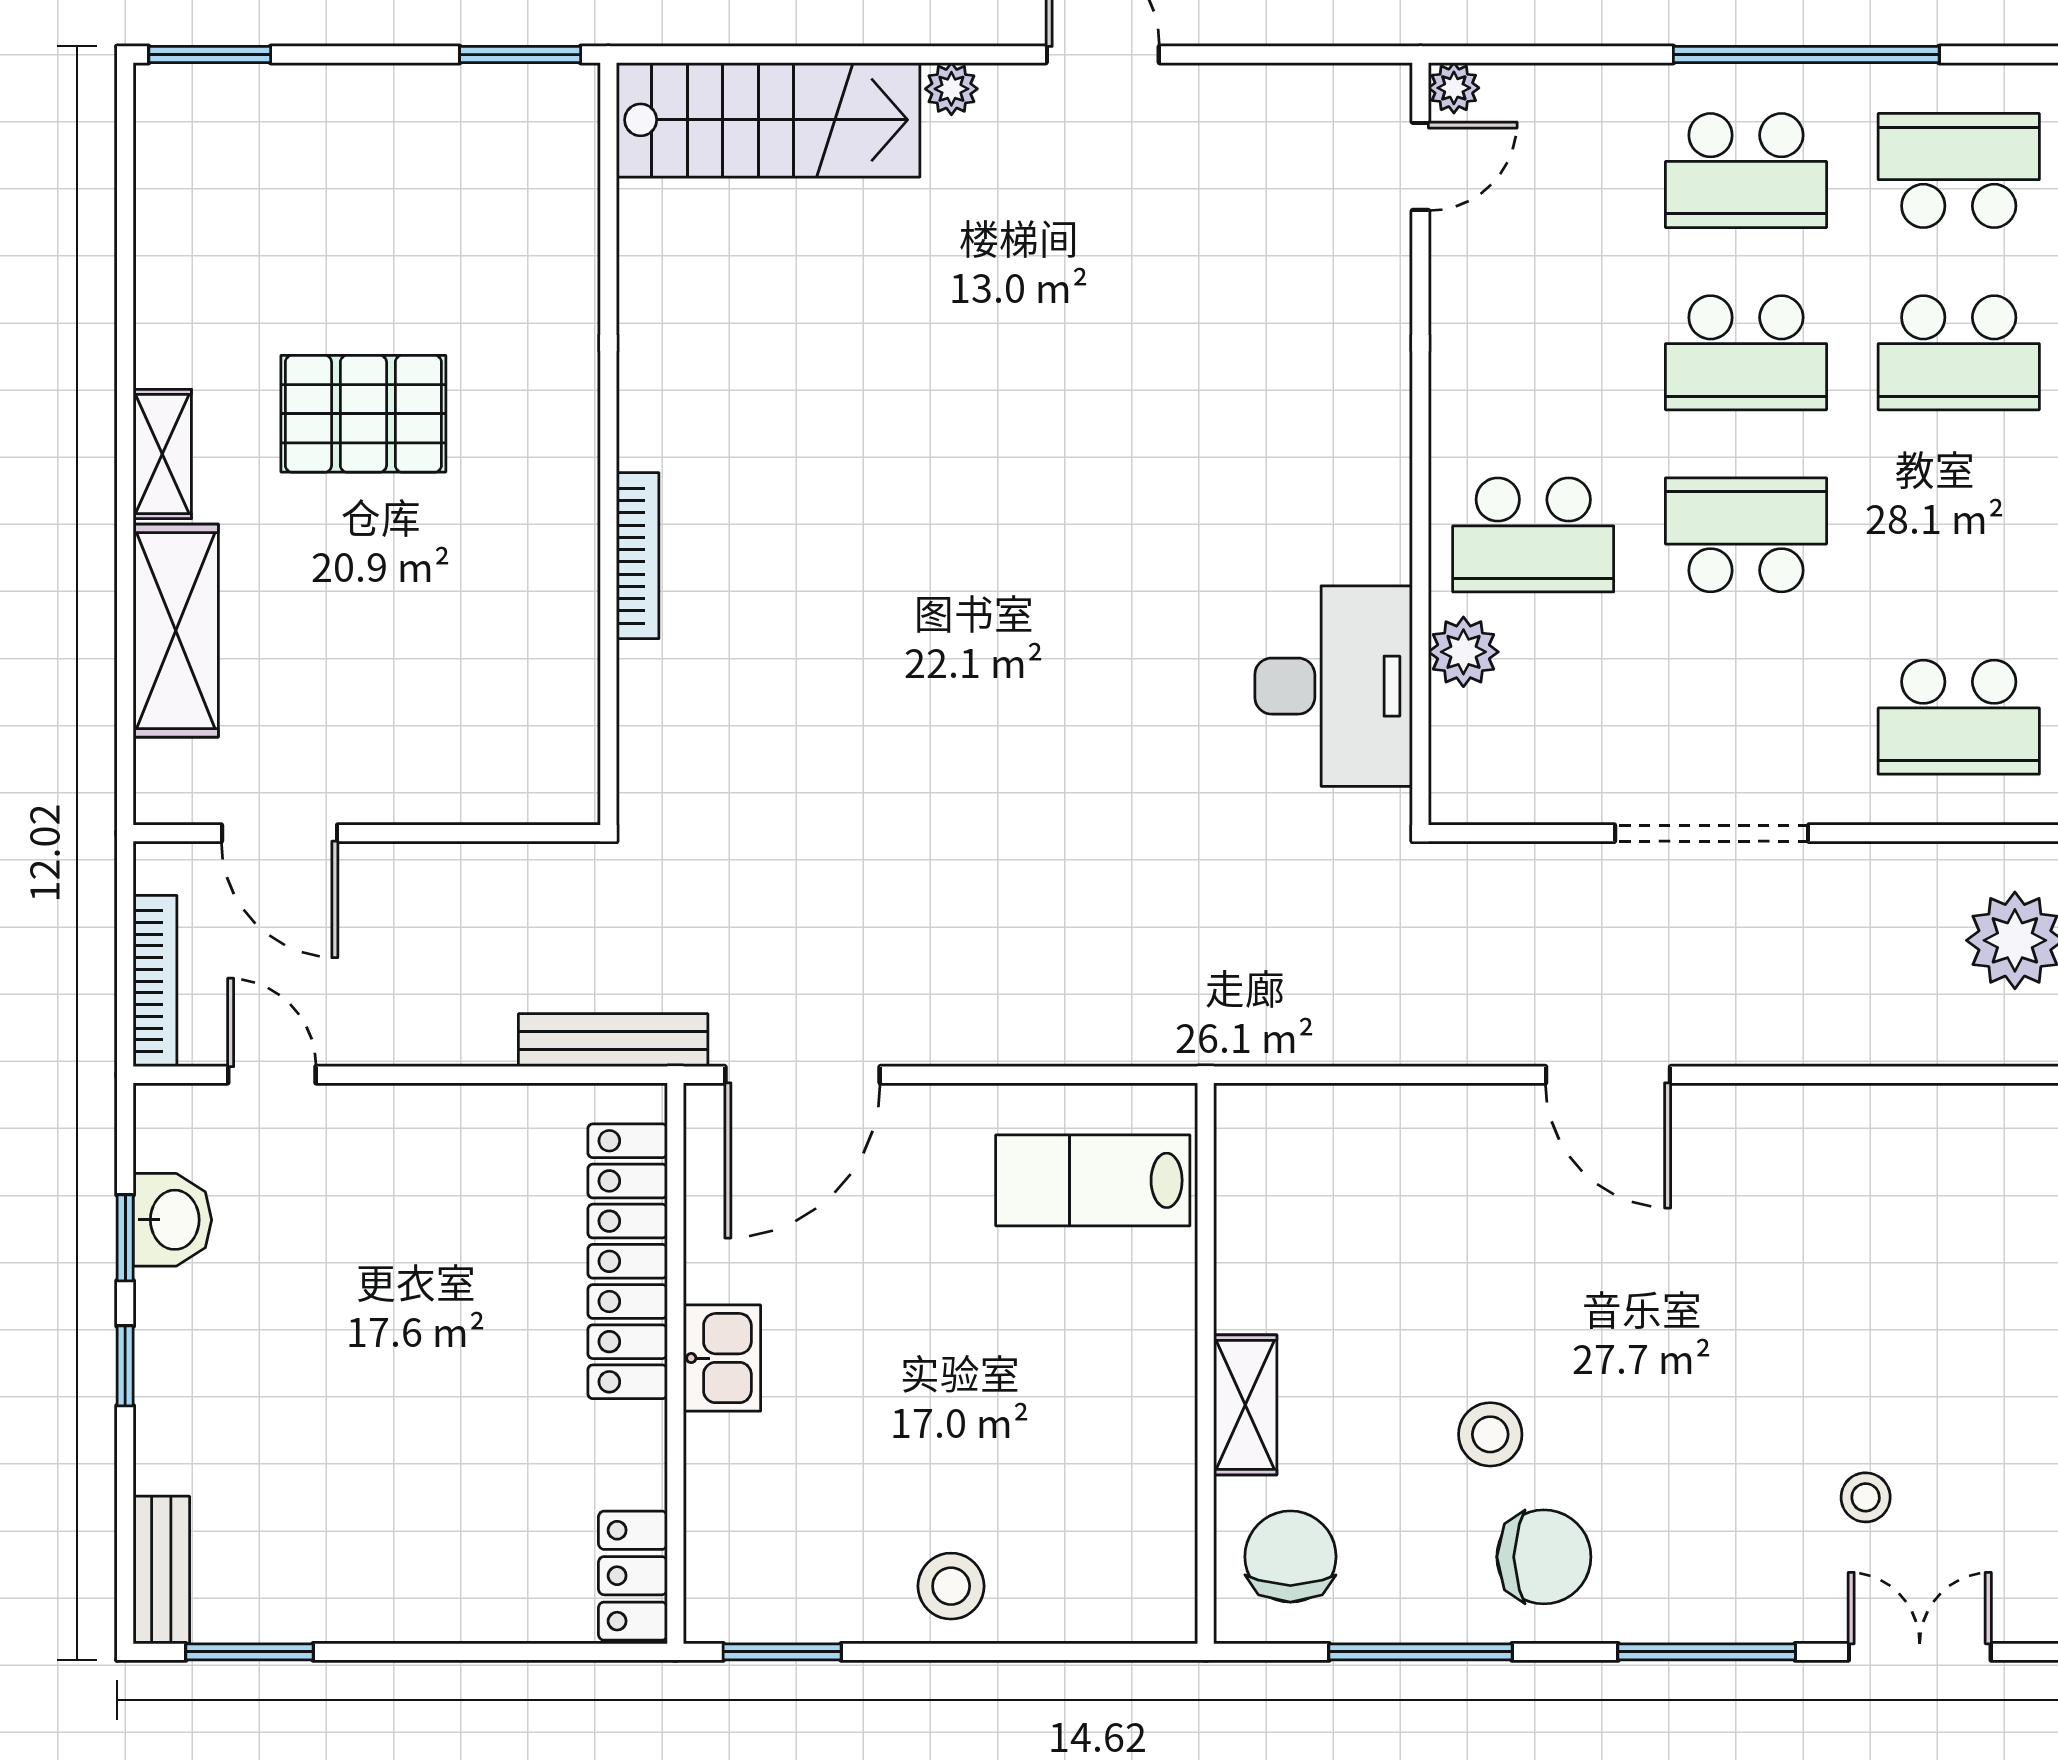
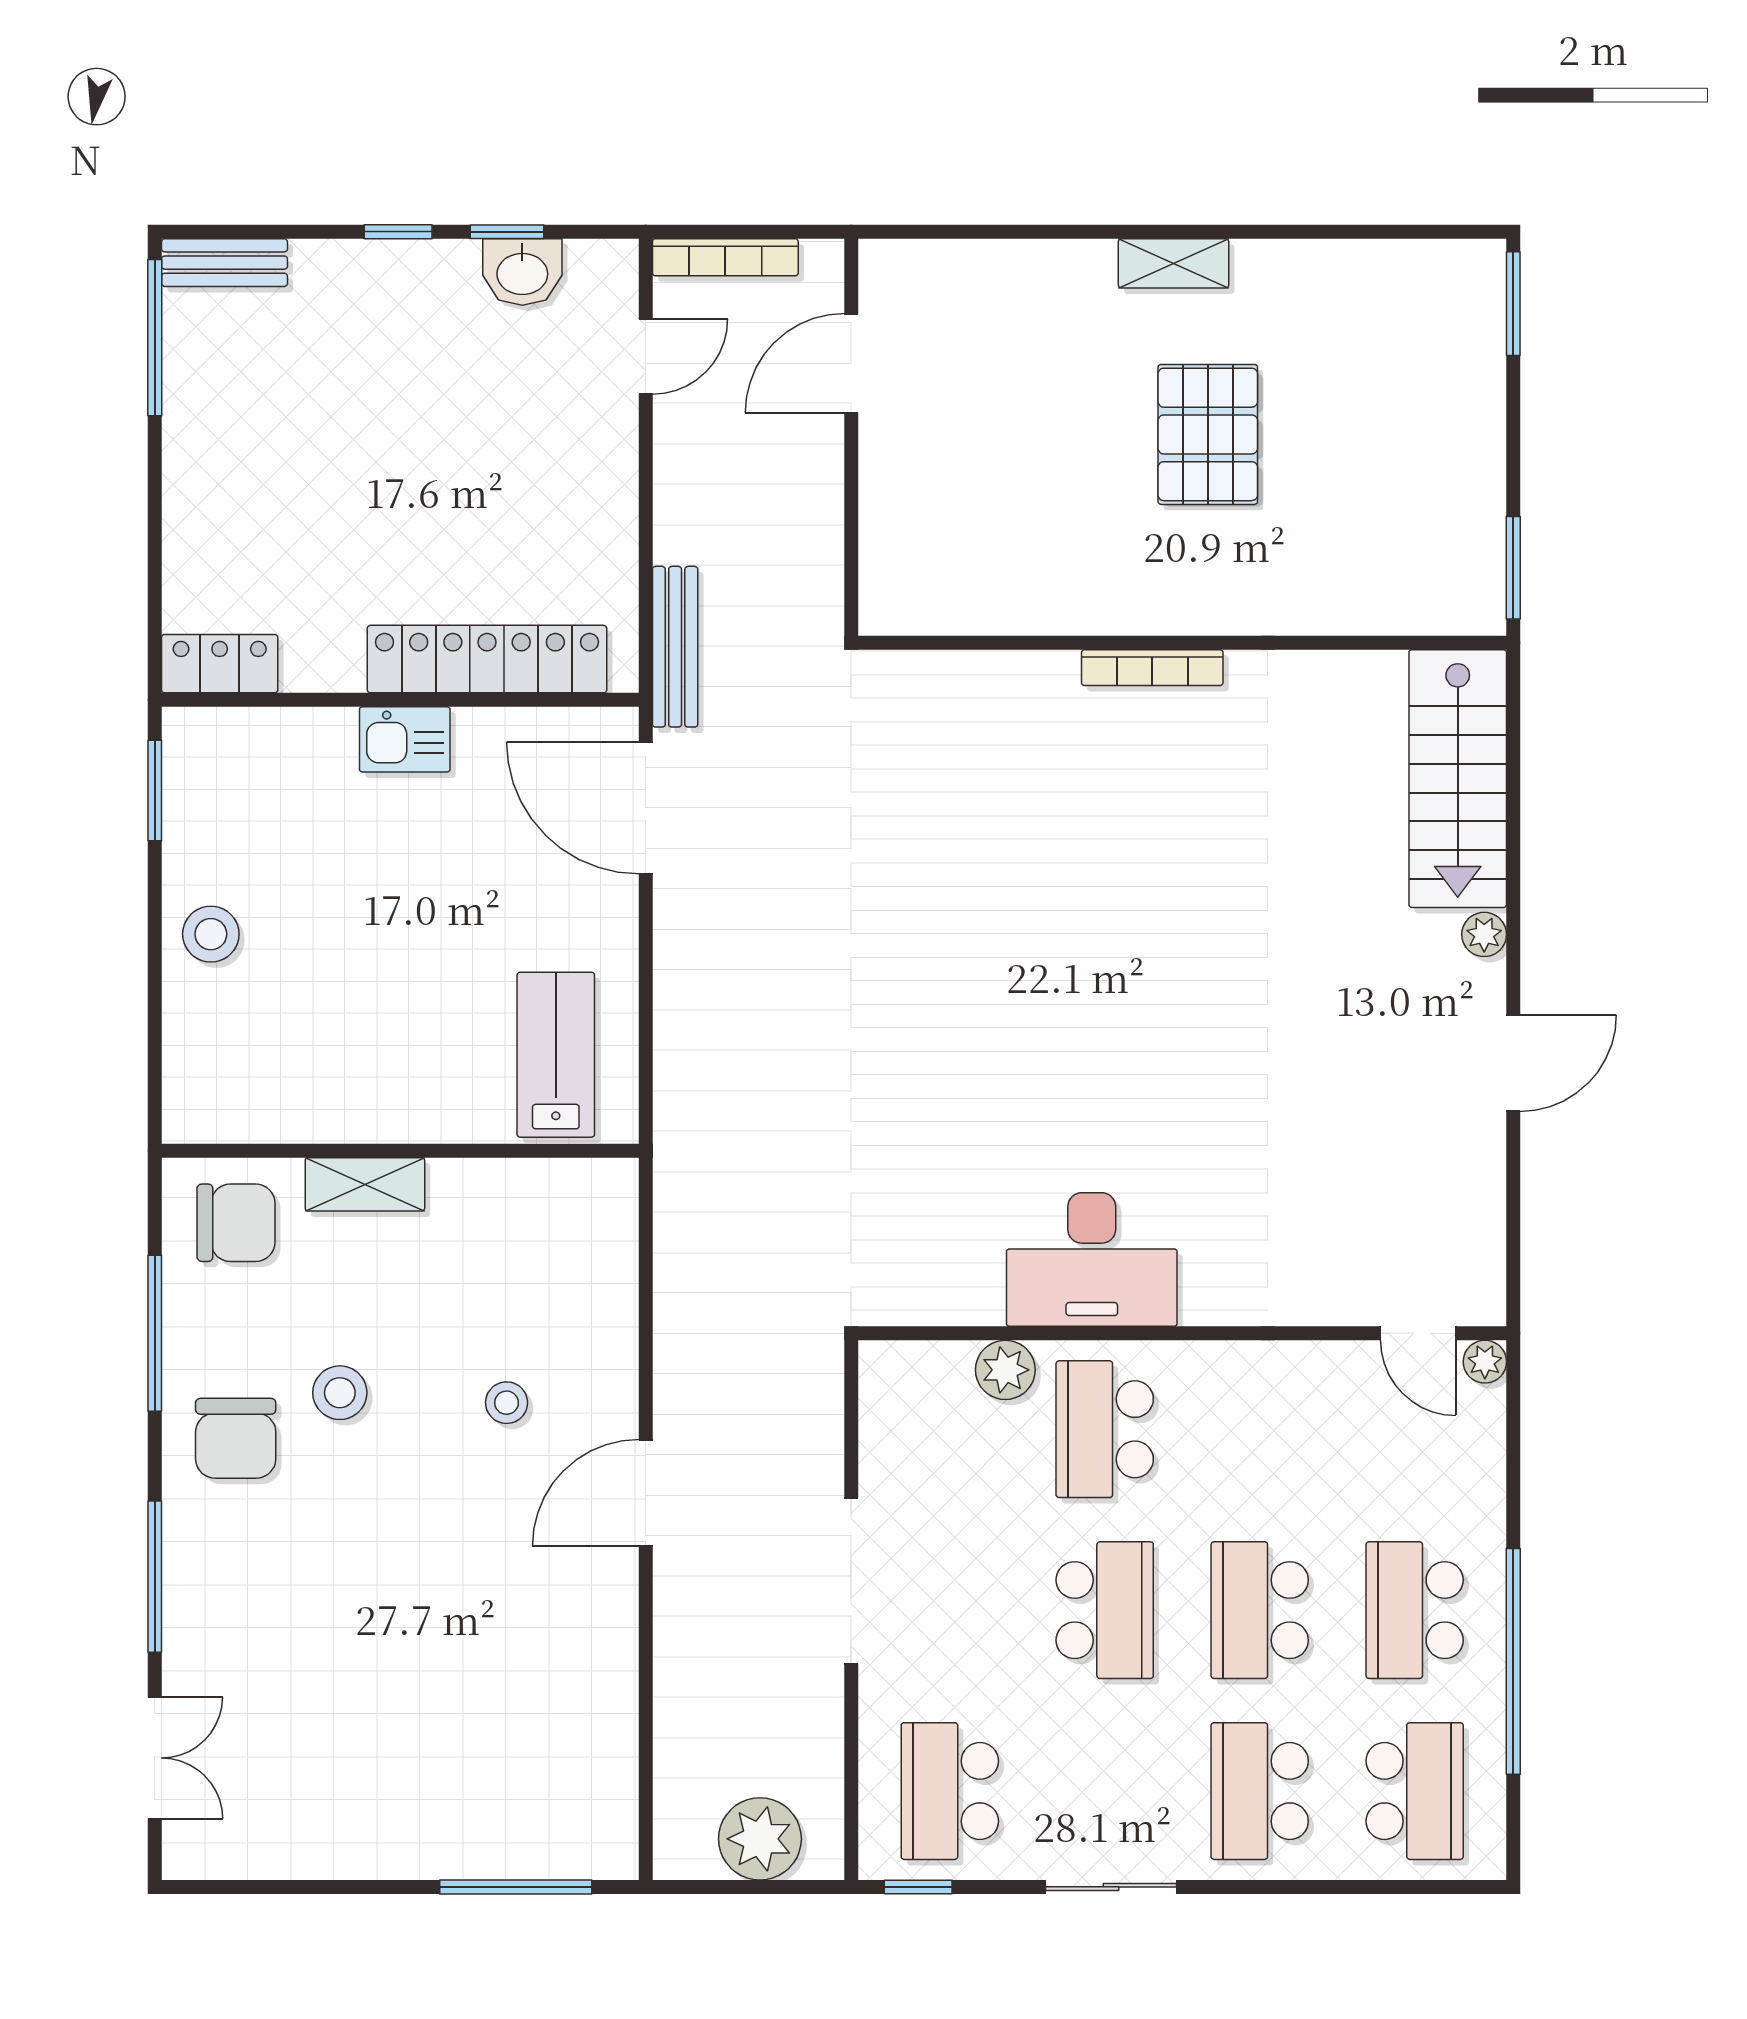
bookcase: (638, 556) -> (1152, 668), moved
shelving: (176, 631) -> (1023, 275), removed
desk: (1334, 686) -> (1092, 1259), moved
stool: (1866, 1497) -> (507, 1403), moved
window: (249, 1652) -> (155, 338), width x1.44

